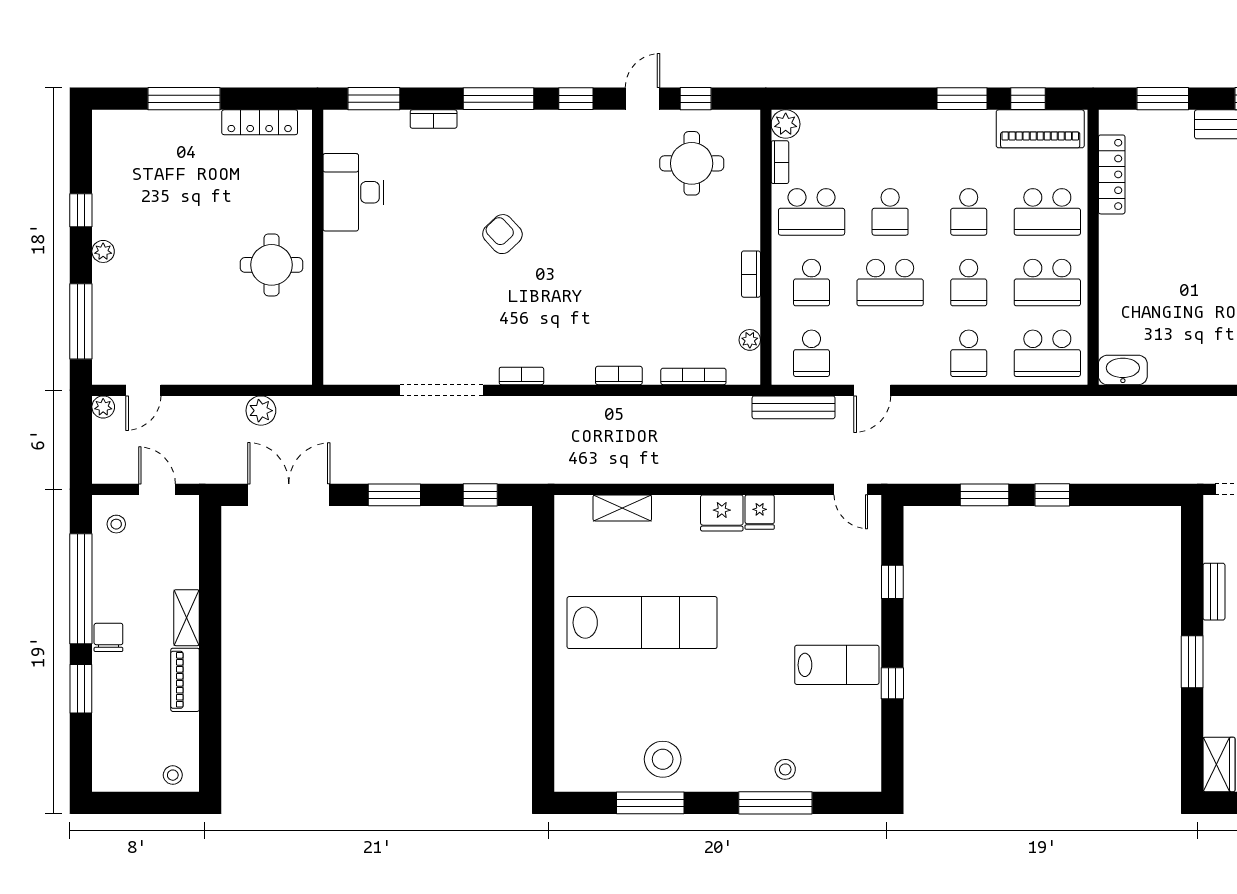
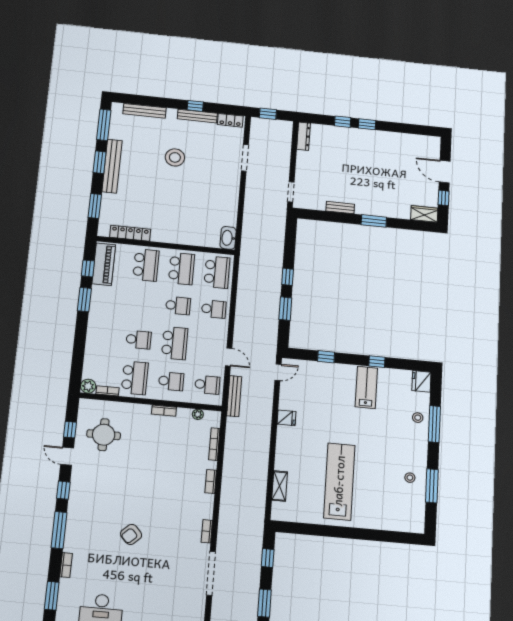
school desk: (969, 212) -> (142, 302), removed
fridge: (722, 513) -> (421, 381), moved, turned 180
stool: (663, 759) -> (410, 478), width x0.53, depth x0.53

